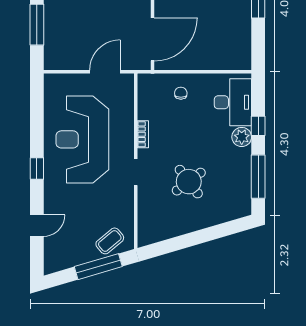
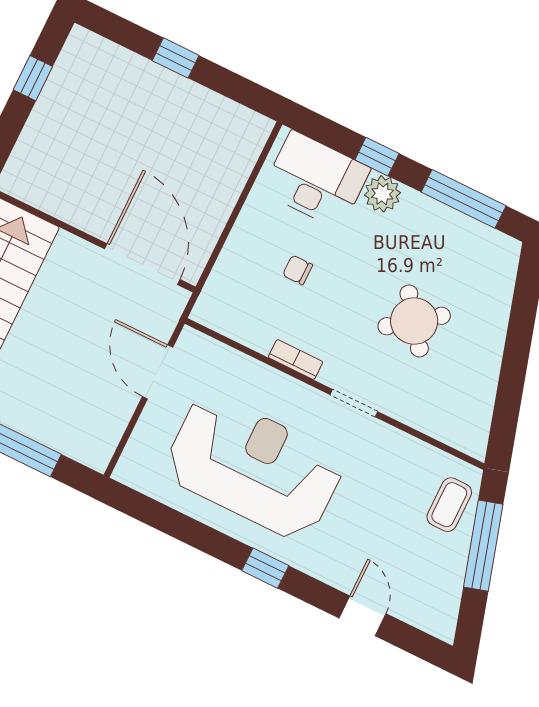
chair: (181, 93) -> (298, 270), moved
reception desk: (82, 139) -> (254, 467), turned 180
coffee table: (110, 241) -> (449, 505), turned 40

